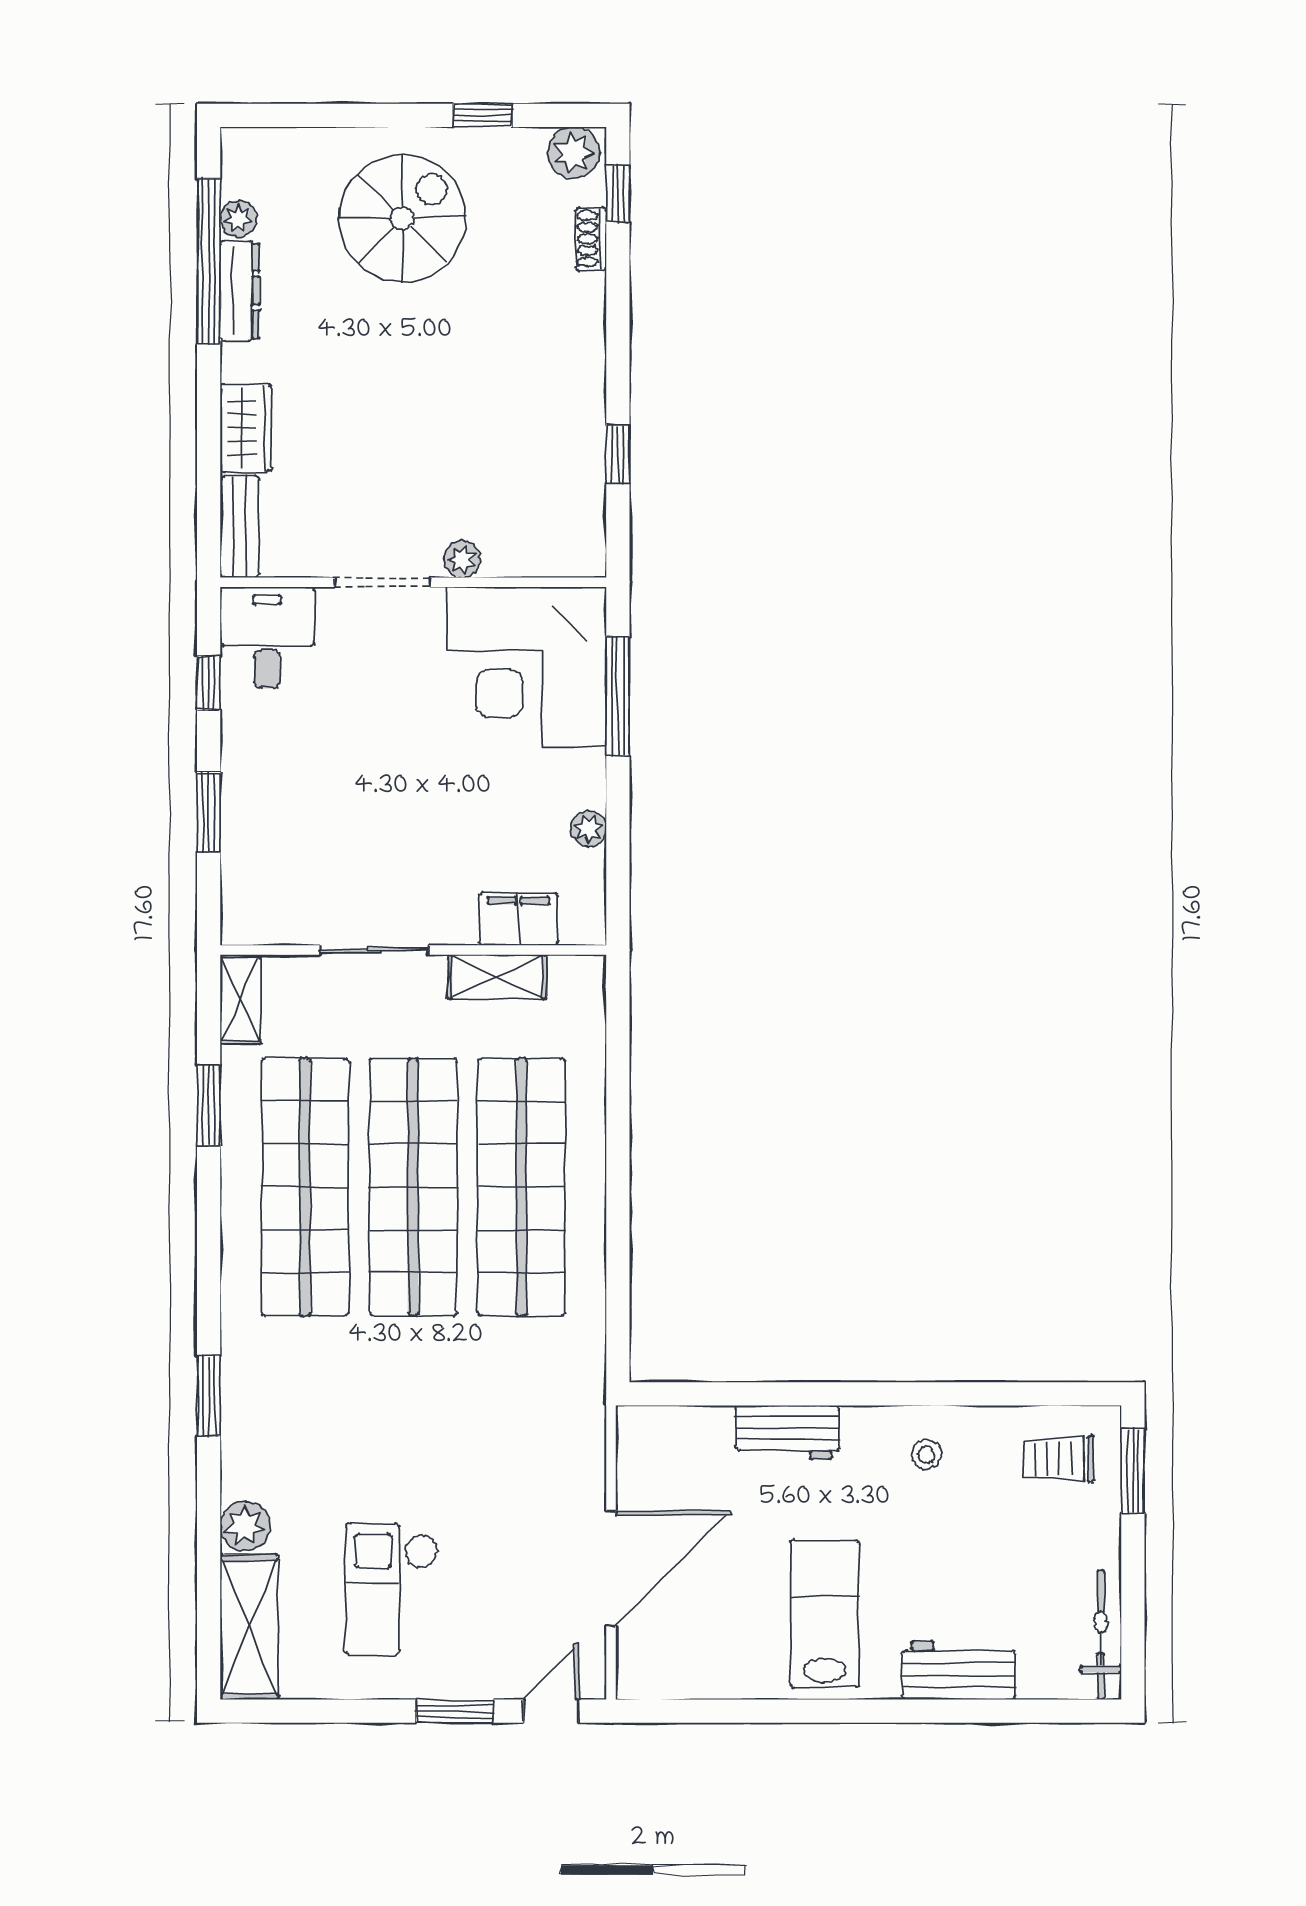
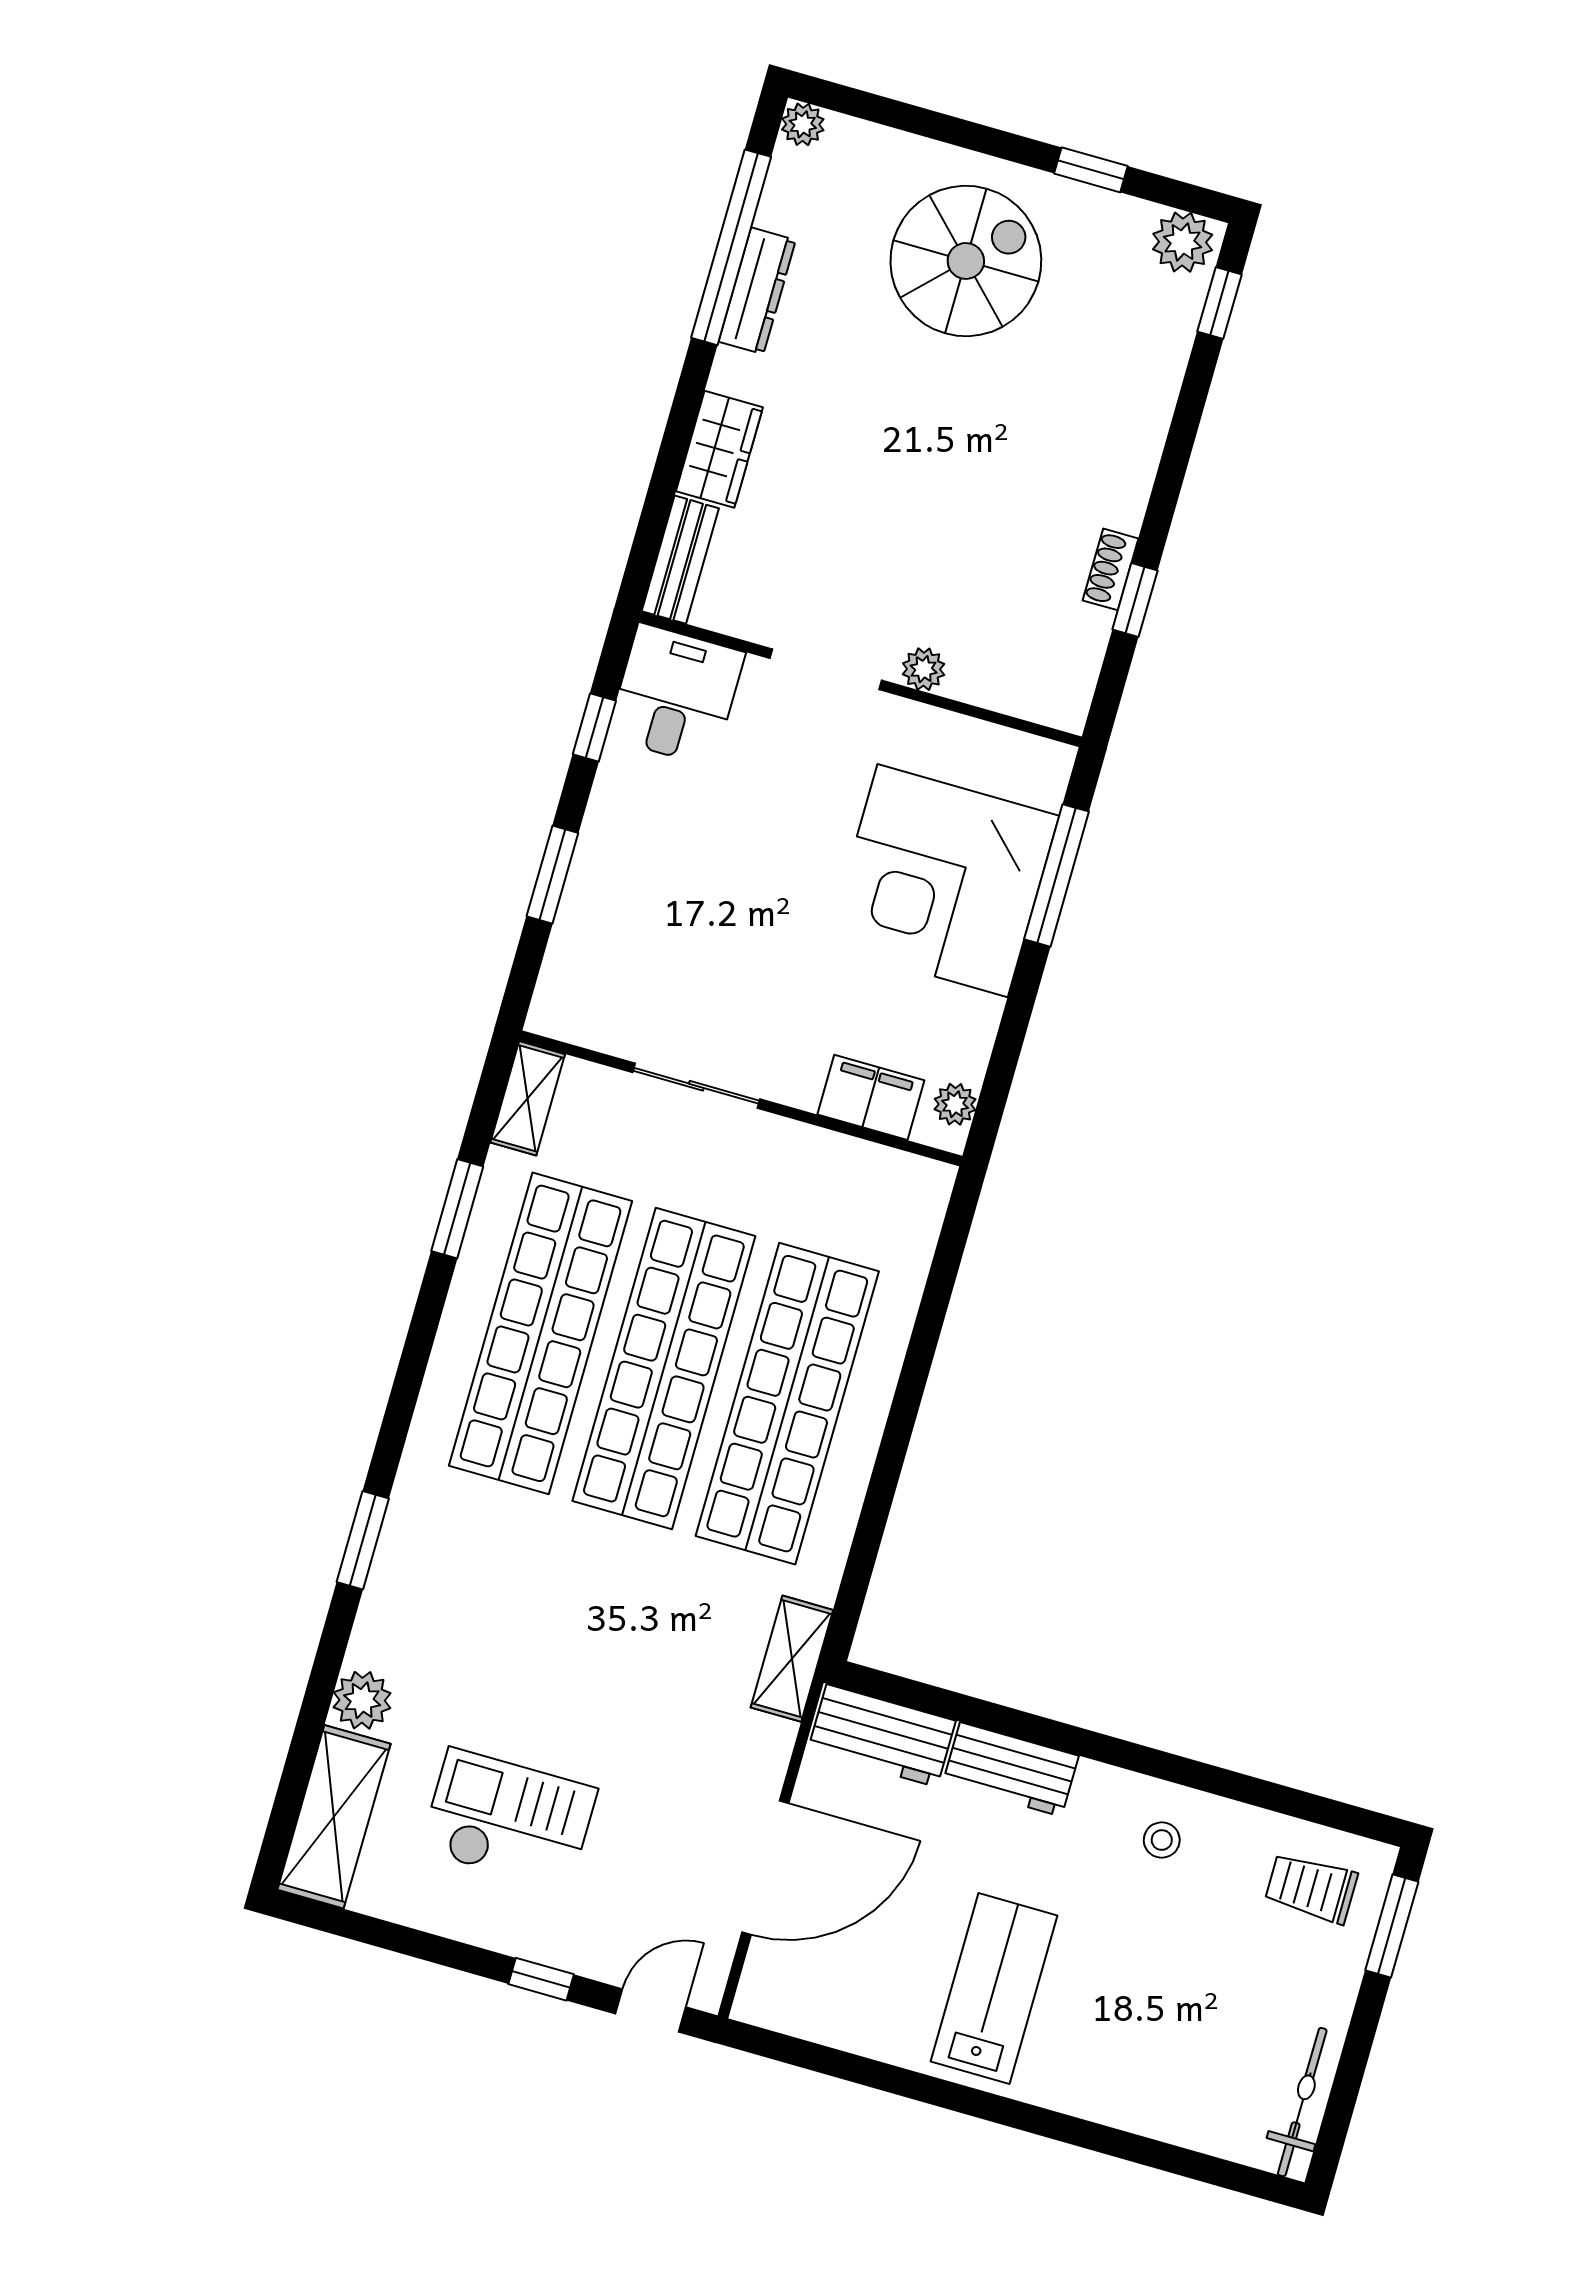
plant: (238, 219) -> (803, 124), moved
shoe rack: (591, 239) -> (1111, 569), moved
corner desk: (527, 666) -> (943, 881), moved
plant: (588, 829) -> (955, 1104), moved
shelving: (497, 977) -> (792, 1659), moved, turned 90
checkout: (392, 1589) -> (509, 1820), turned 90
workbench: (959, 1670) -> (882, 1736), moved, turned 180
window: (455, 1711) -> (541, 1979), width x0.67

